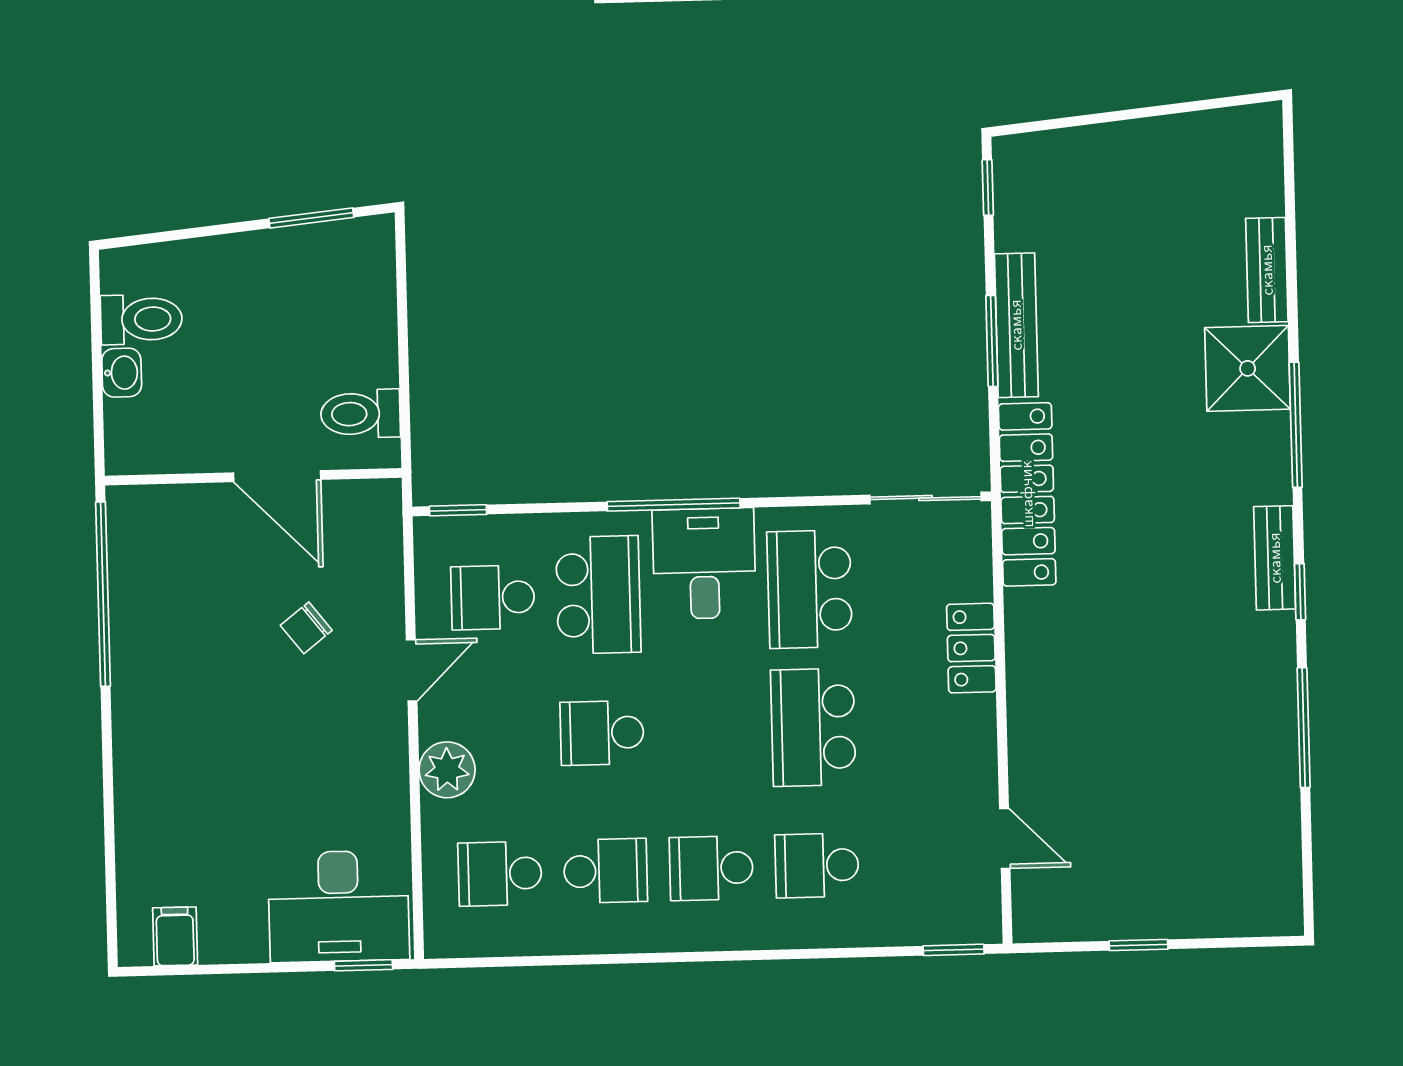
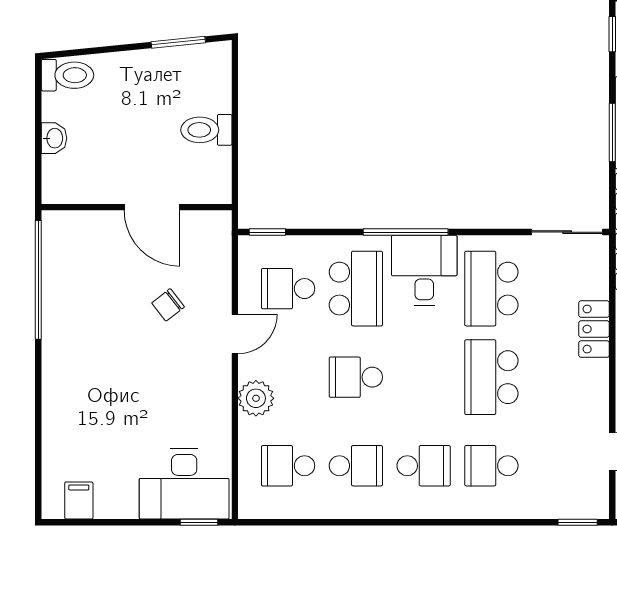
toilet: (141, 319) -> (68, 75), moved
toilet: (360, 414) -> (206, 130), moved
school desk: (711, 868) -> (424, 466), turned 180

